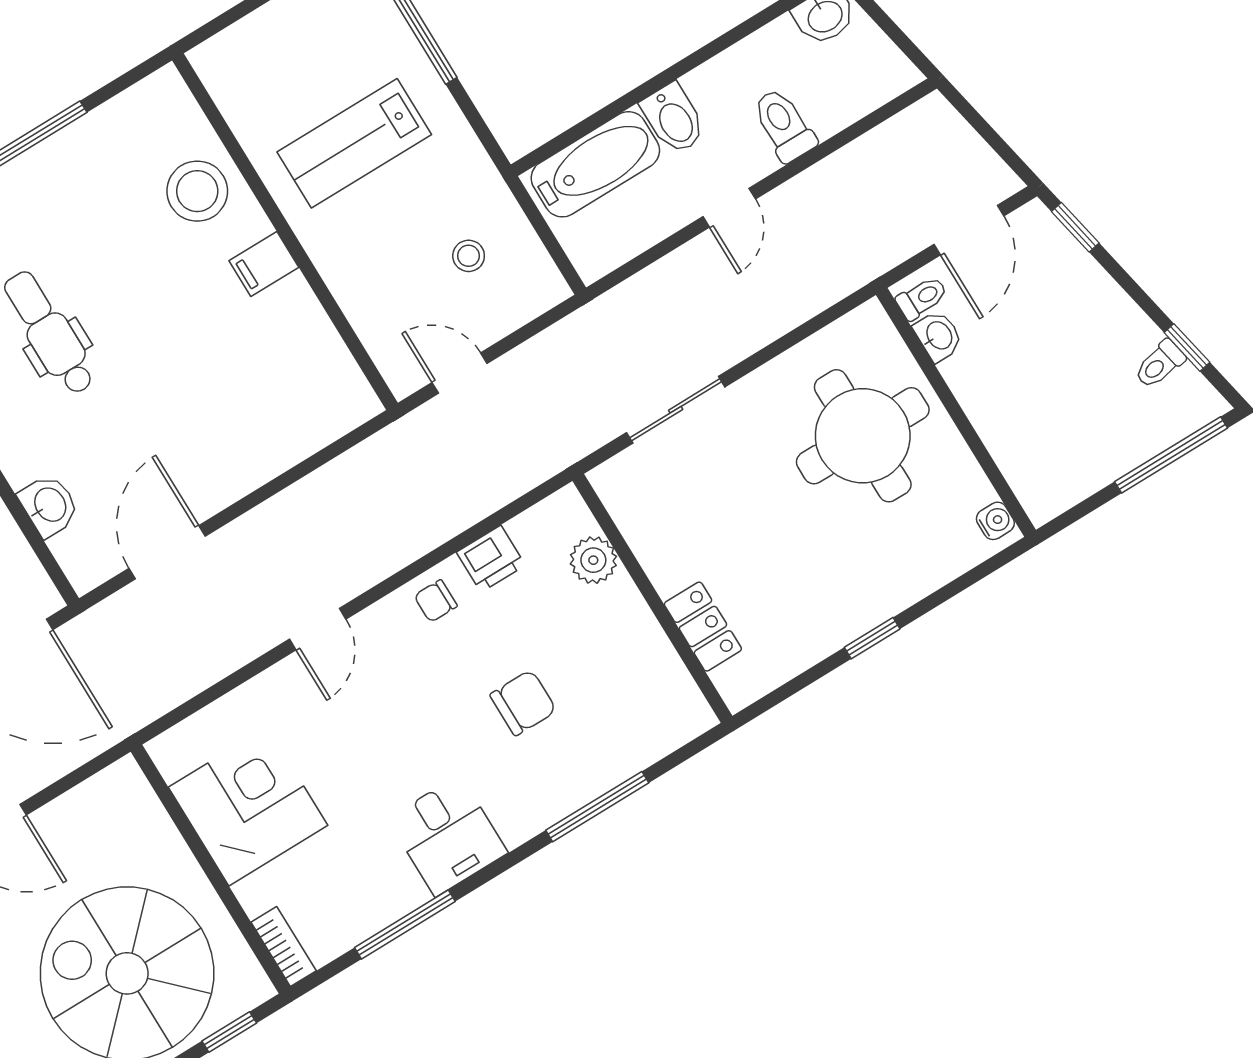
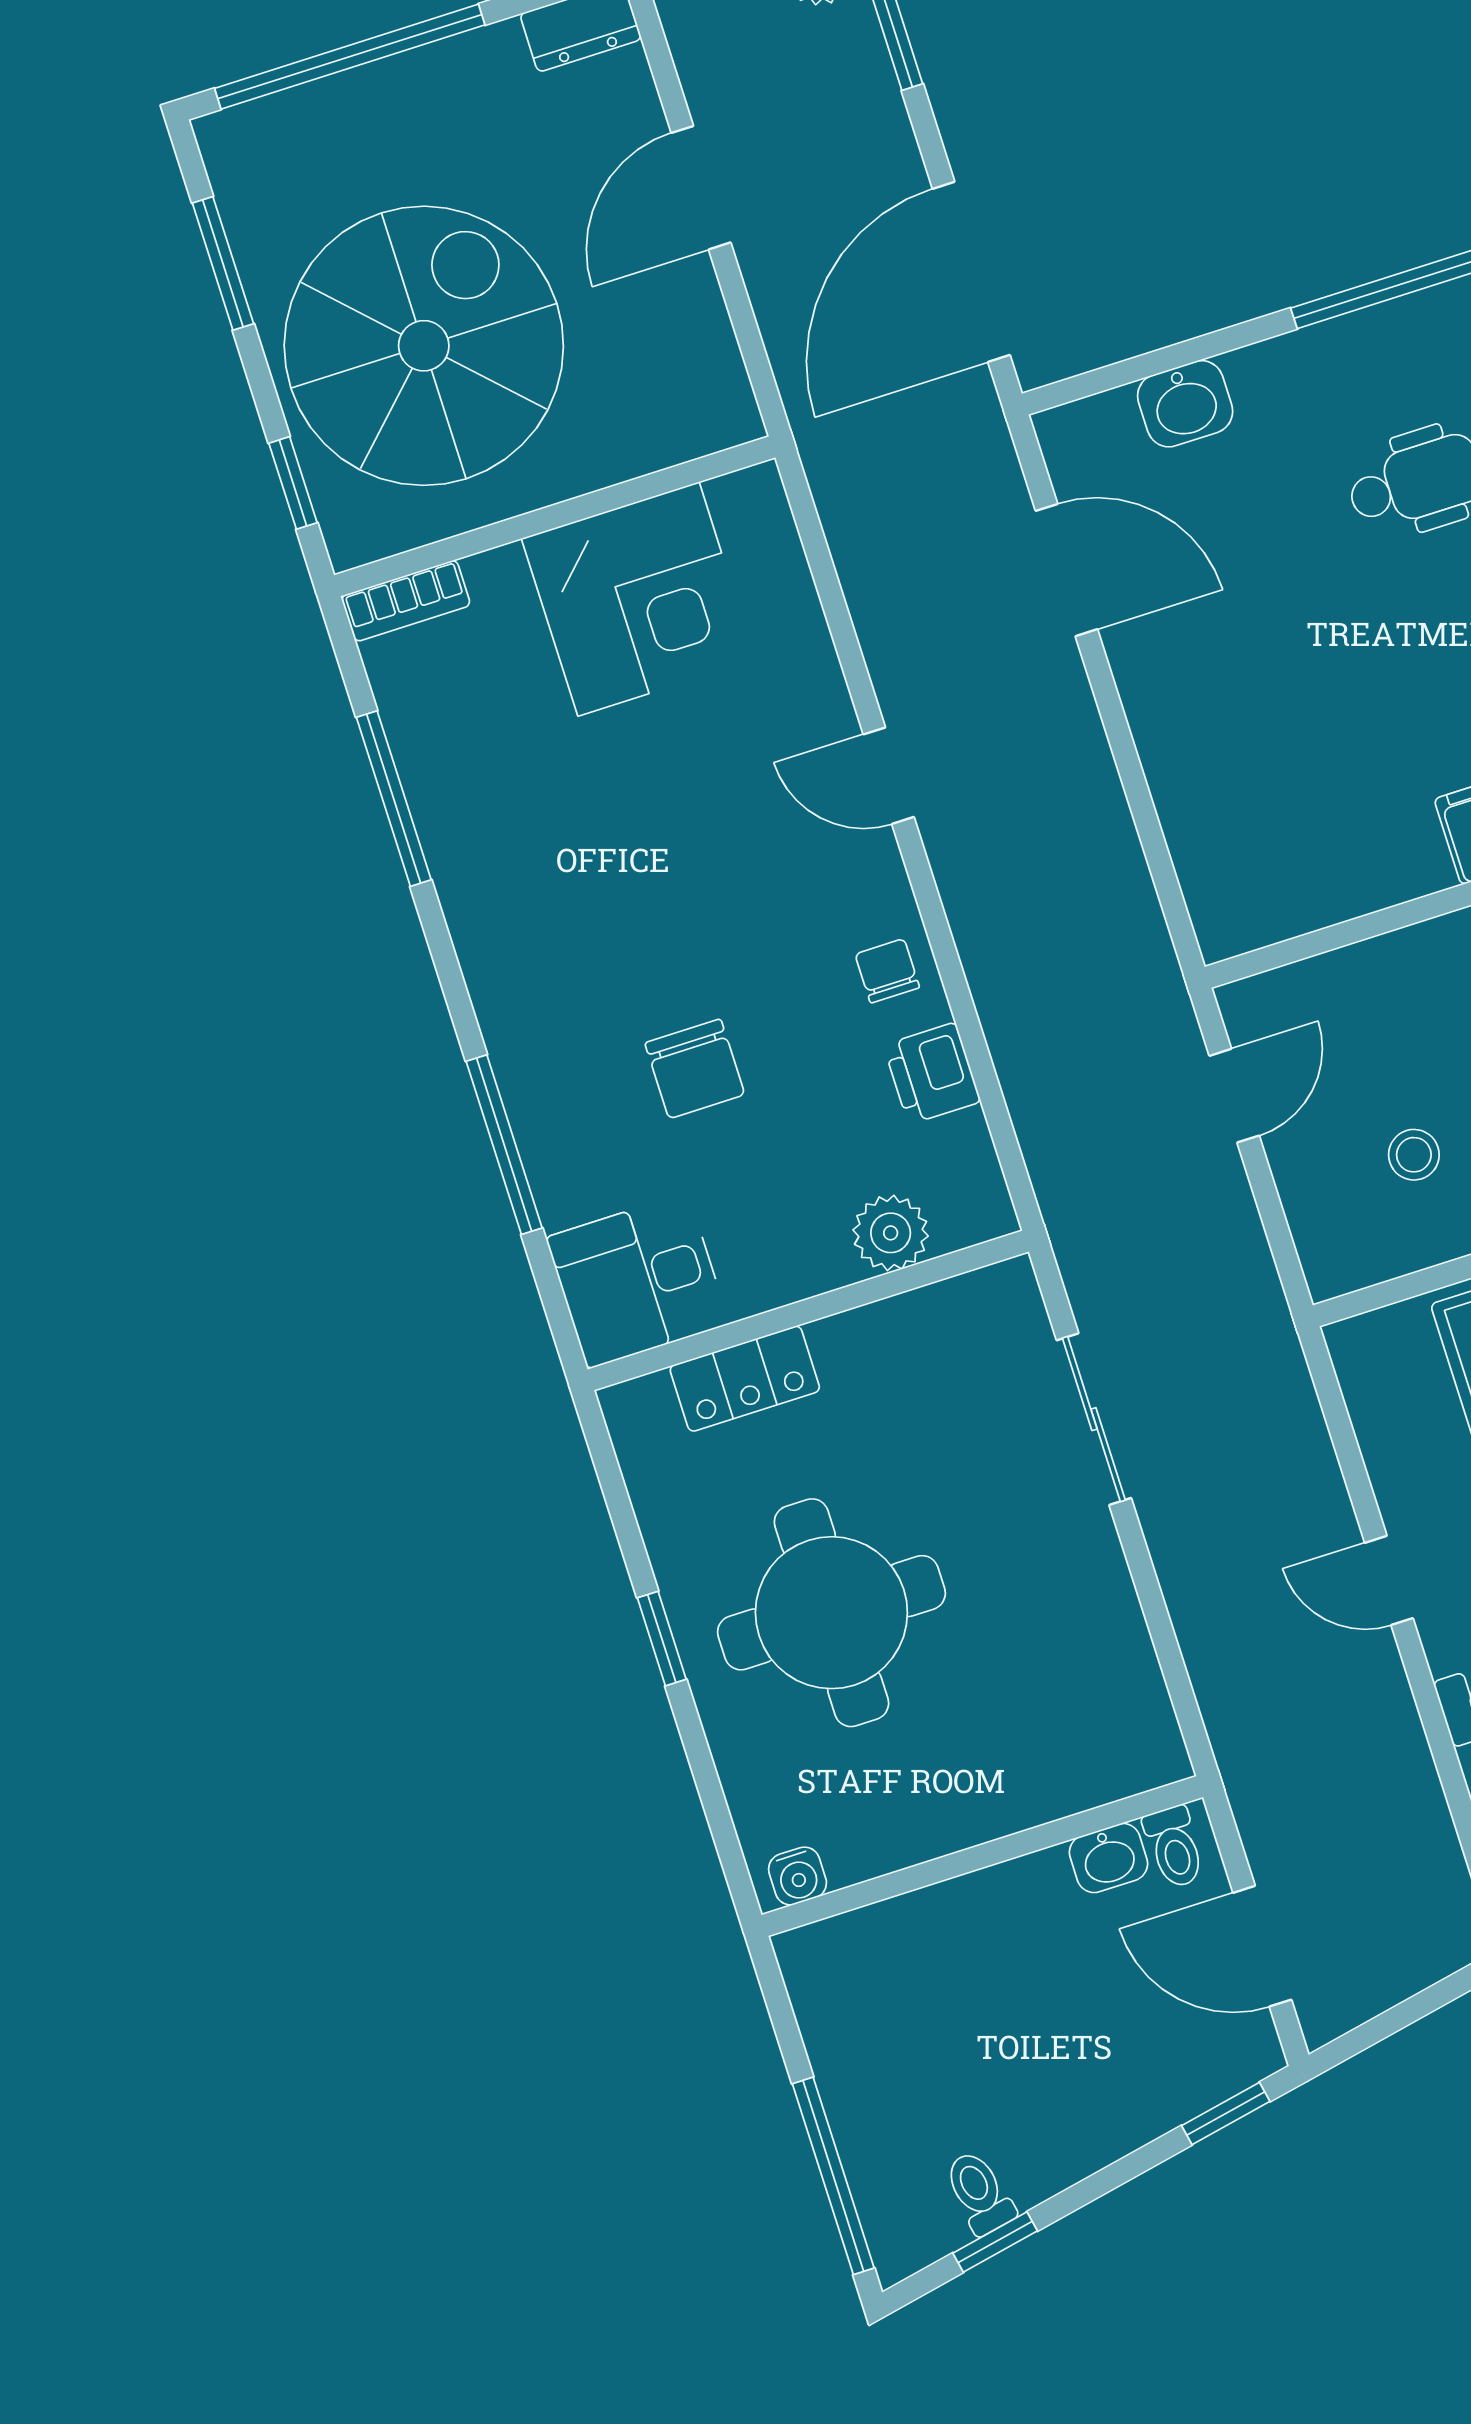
round table: (863, 436) -> (831, 1613), moved
desk: (448, 836) -> (638, 1281), moved

